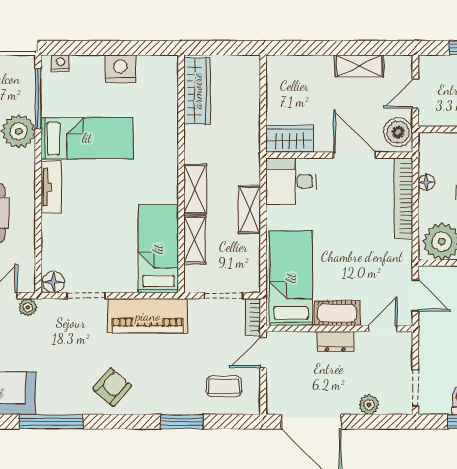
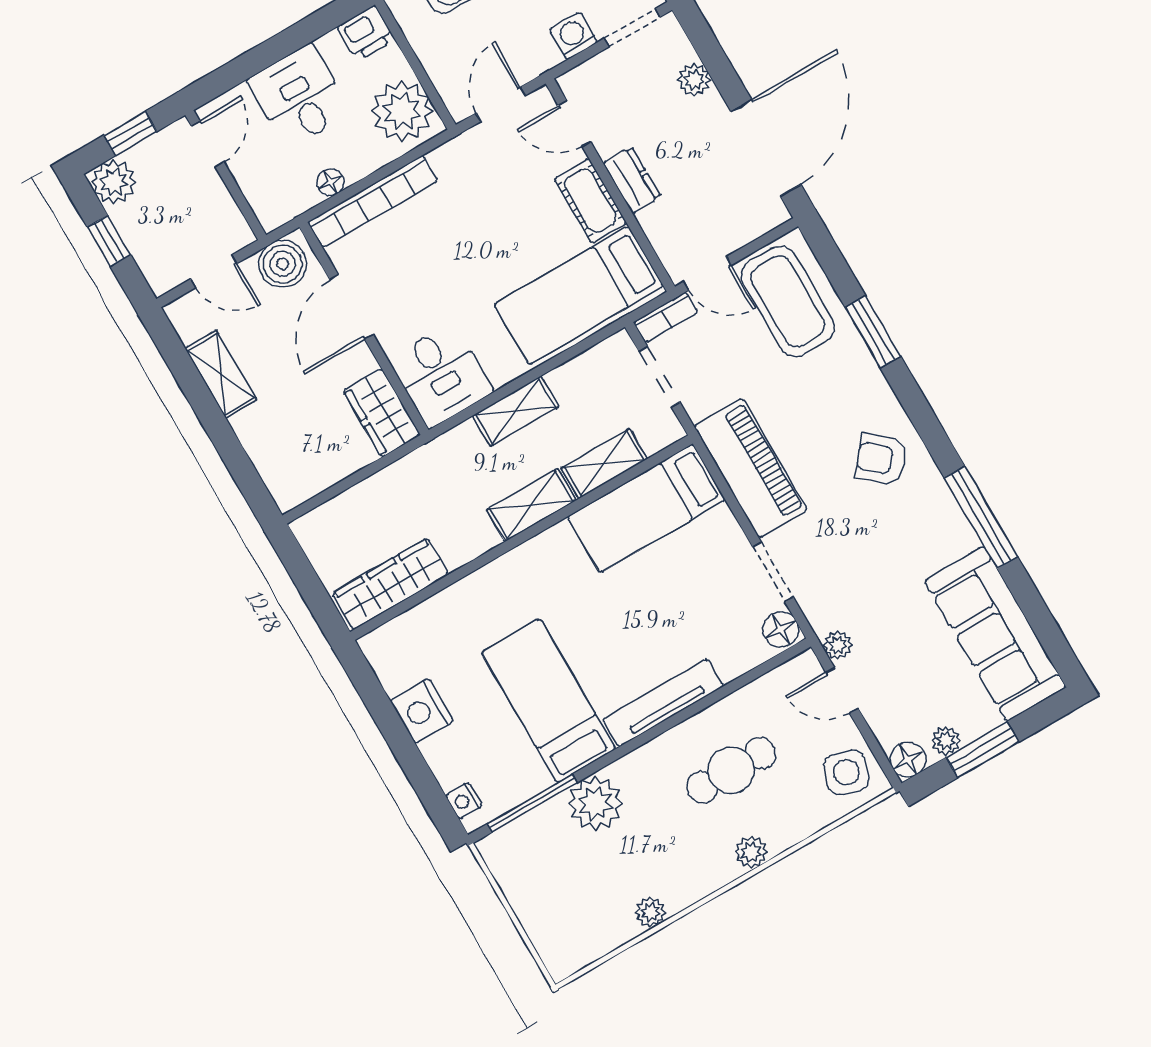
tv unit: (51, 187) -> (663, 703), width x1.41
washing machine: (429, 355) -> (573, 36), added
coffee table: (224, 386) -> (788, 301), width x1.86, depth x1.72

